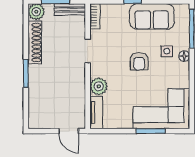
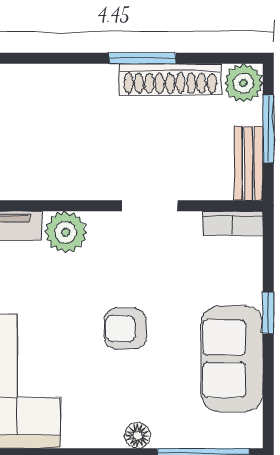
side table: (167, 51) -> (149, 394), removed
window: (26, 73) -> (142, 58), moved

